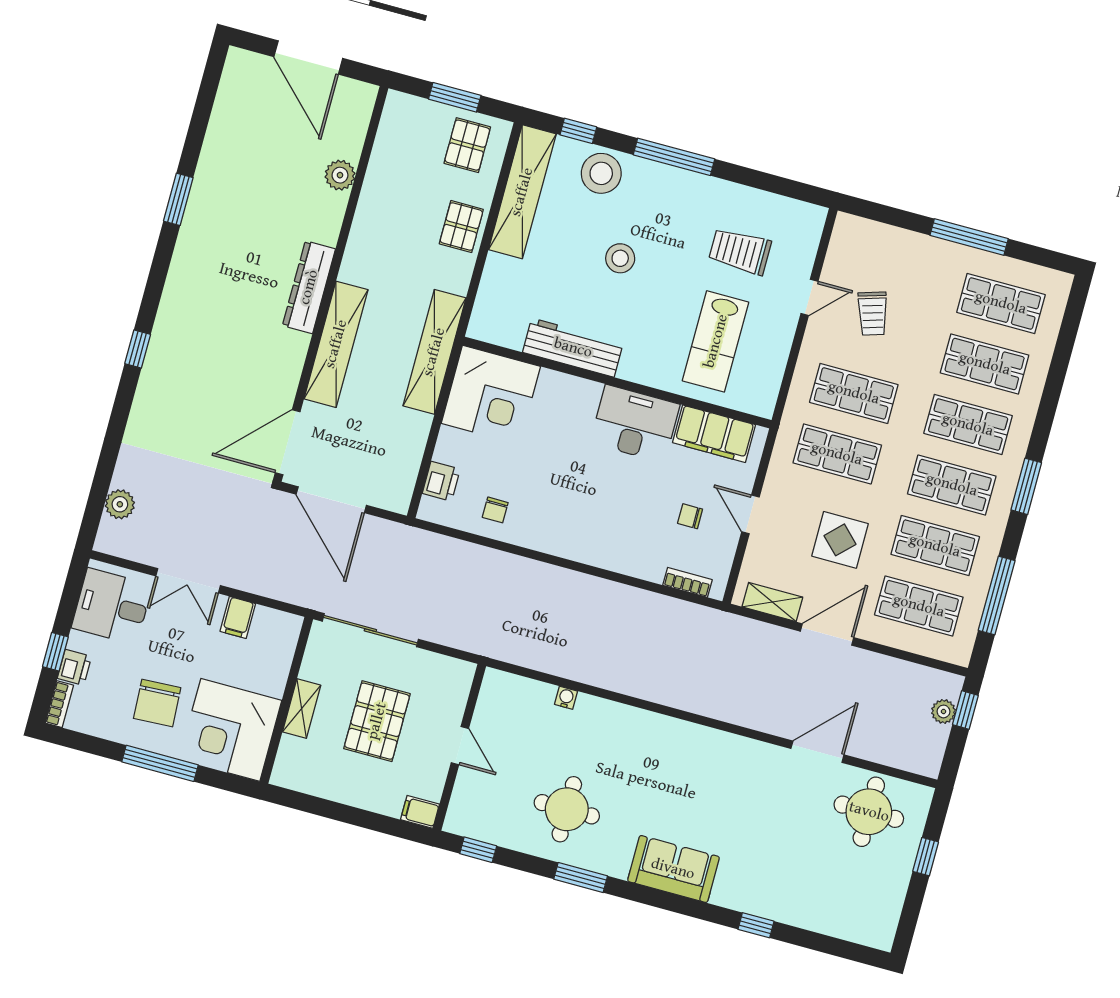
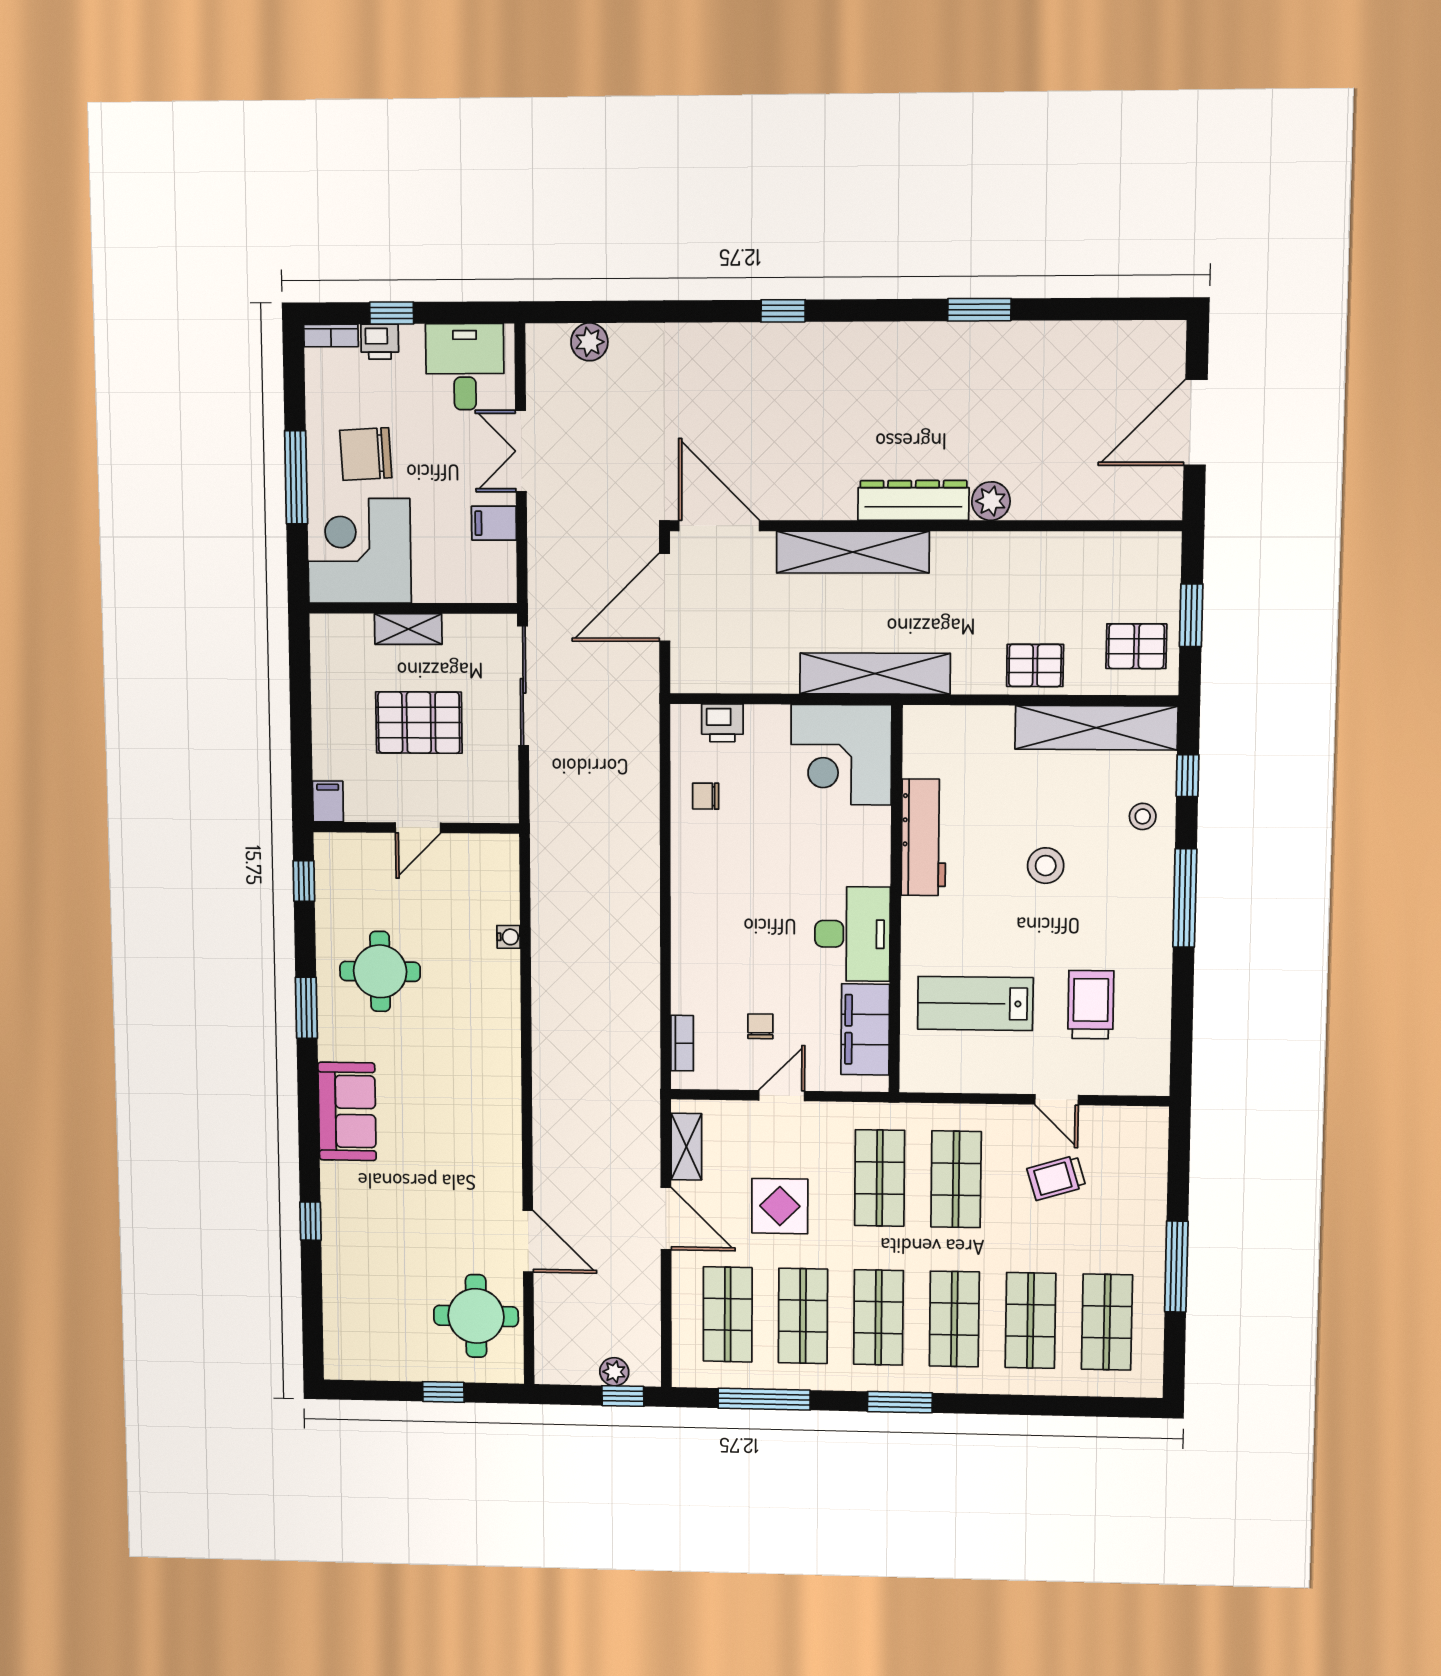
stool: (601, 173) -> (1143, 816), width x0.53, depth x0.53
plant: (340, 175) -> (991, 501), moved

